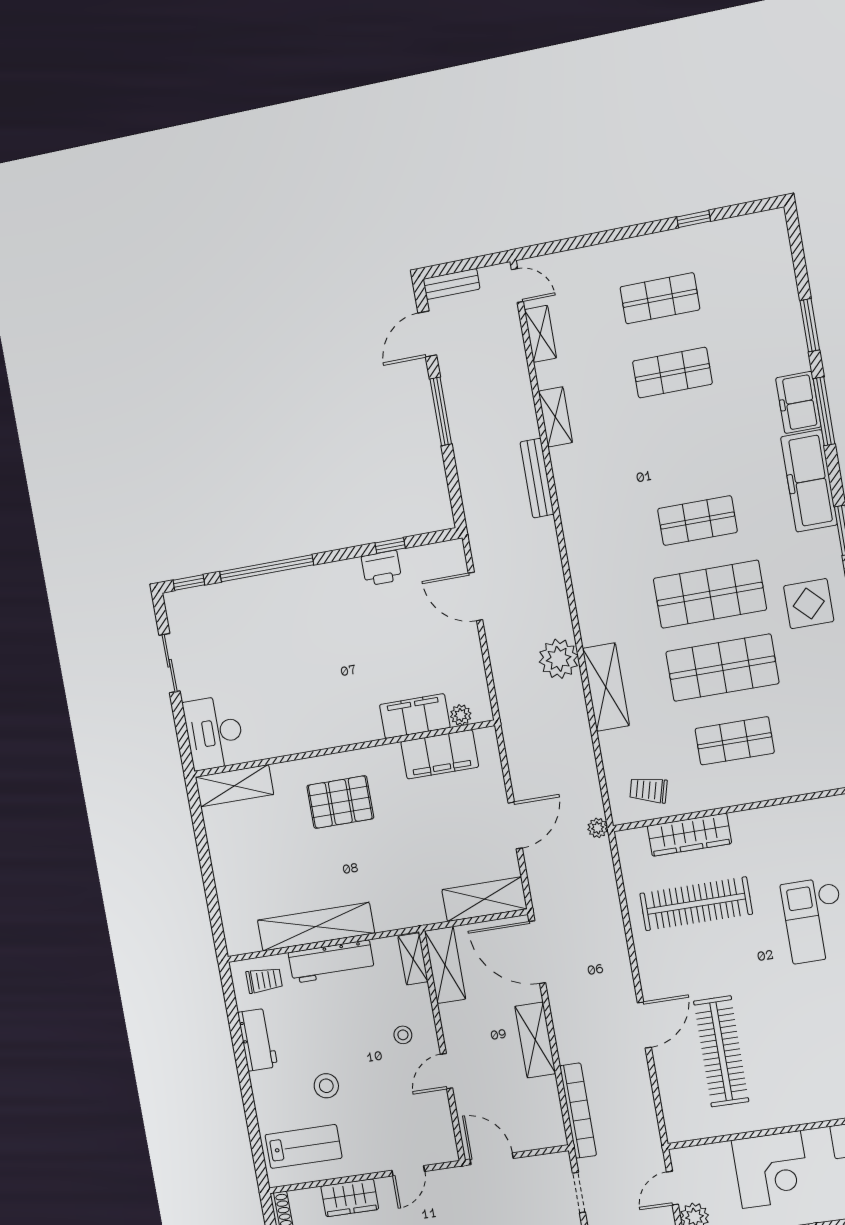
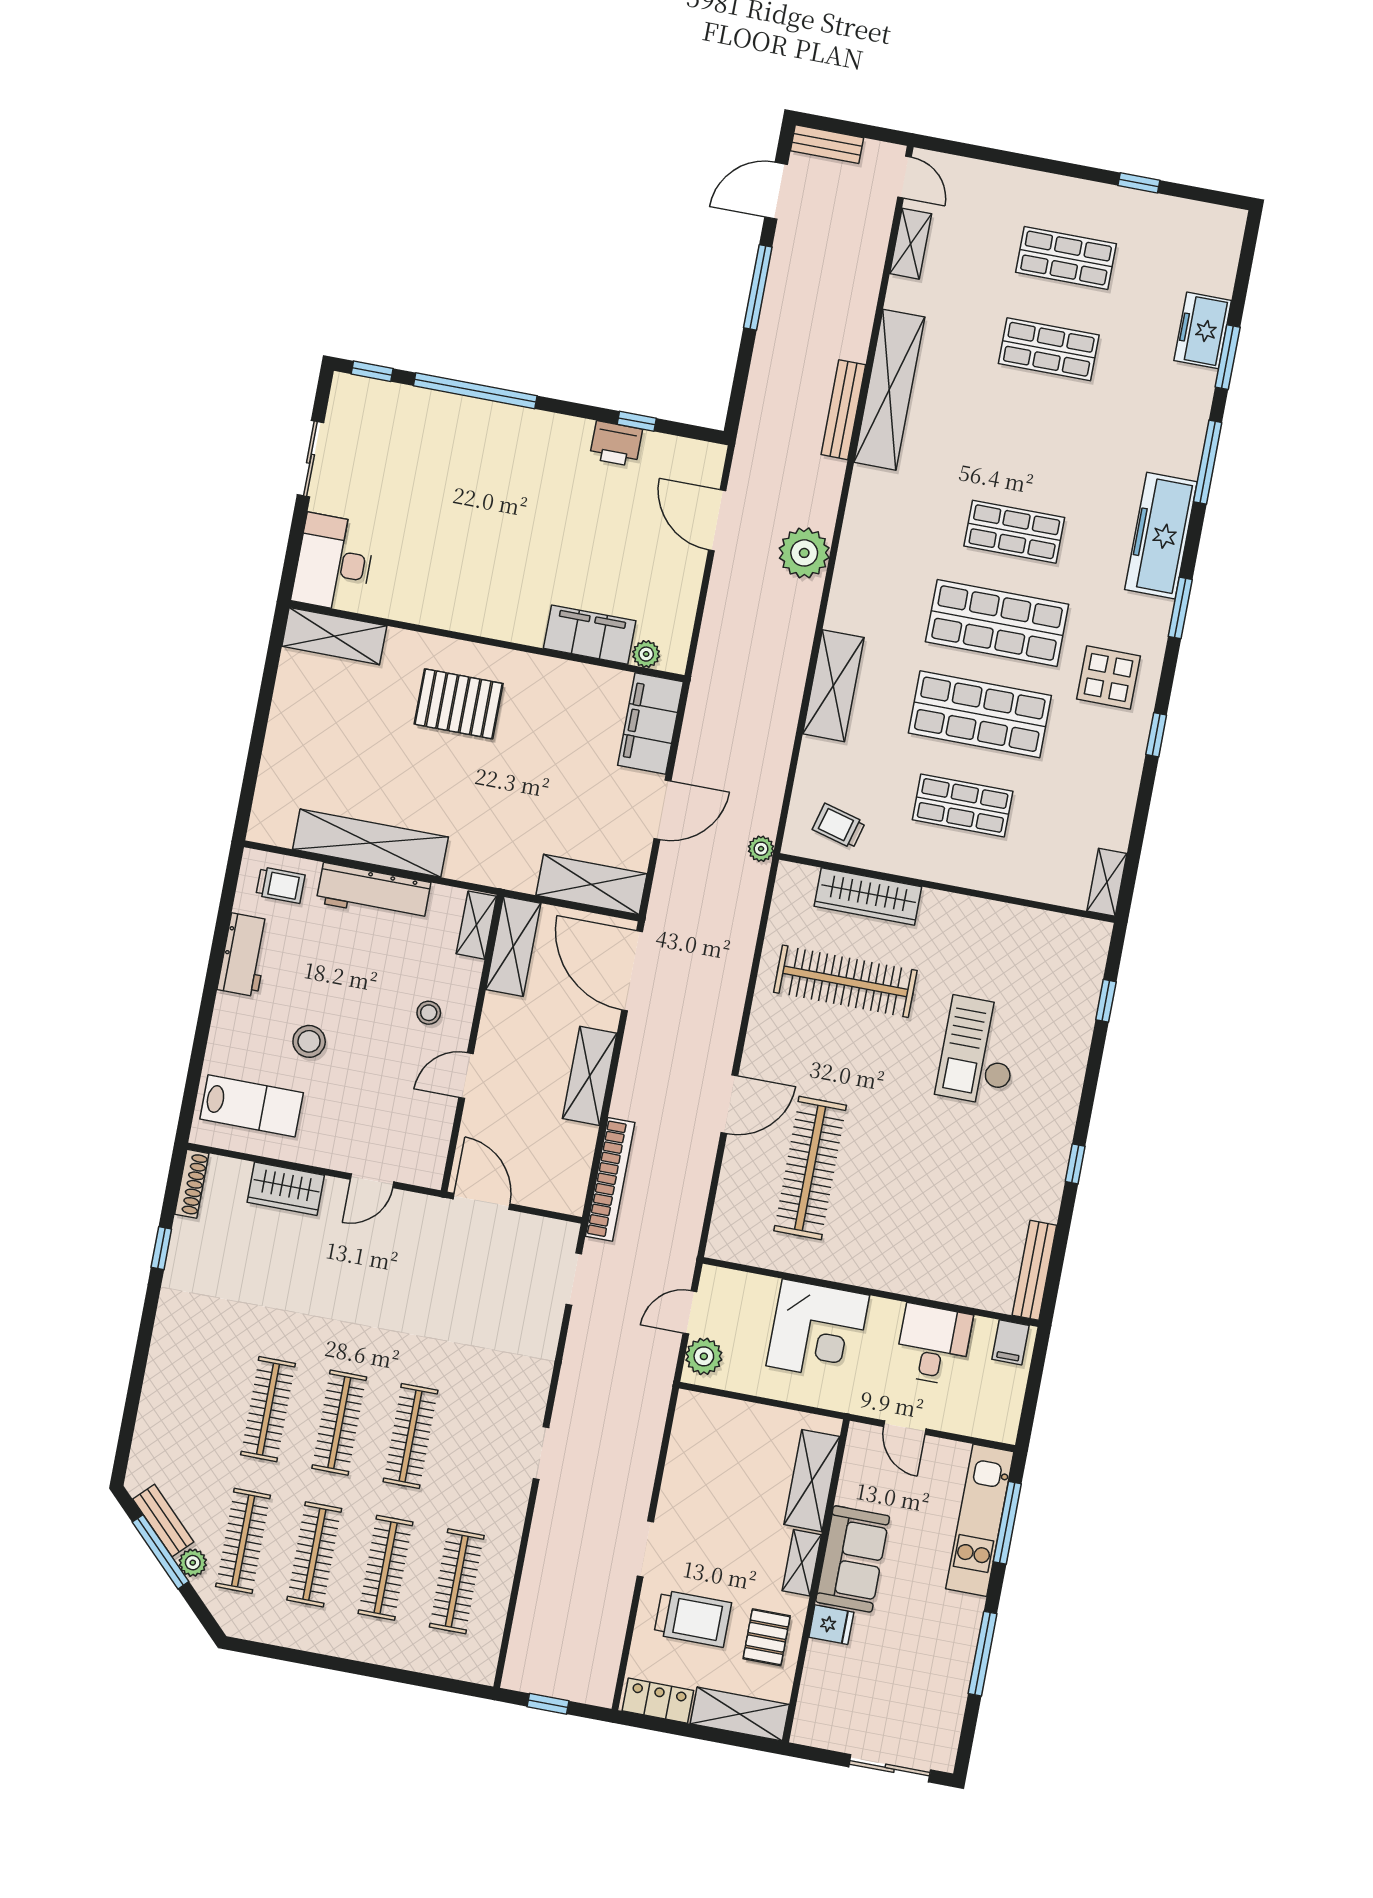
freezer: (798, 402) -> (1203, 330), moved
shelving: (555, 417) -> (889, 390), width x2.20, depth x1.33
plant: (559, 659) -> (804, 553), moved
filing cabinet: (440, 754) -> (650, 724), moved, turned 90

